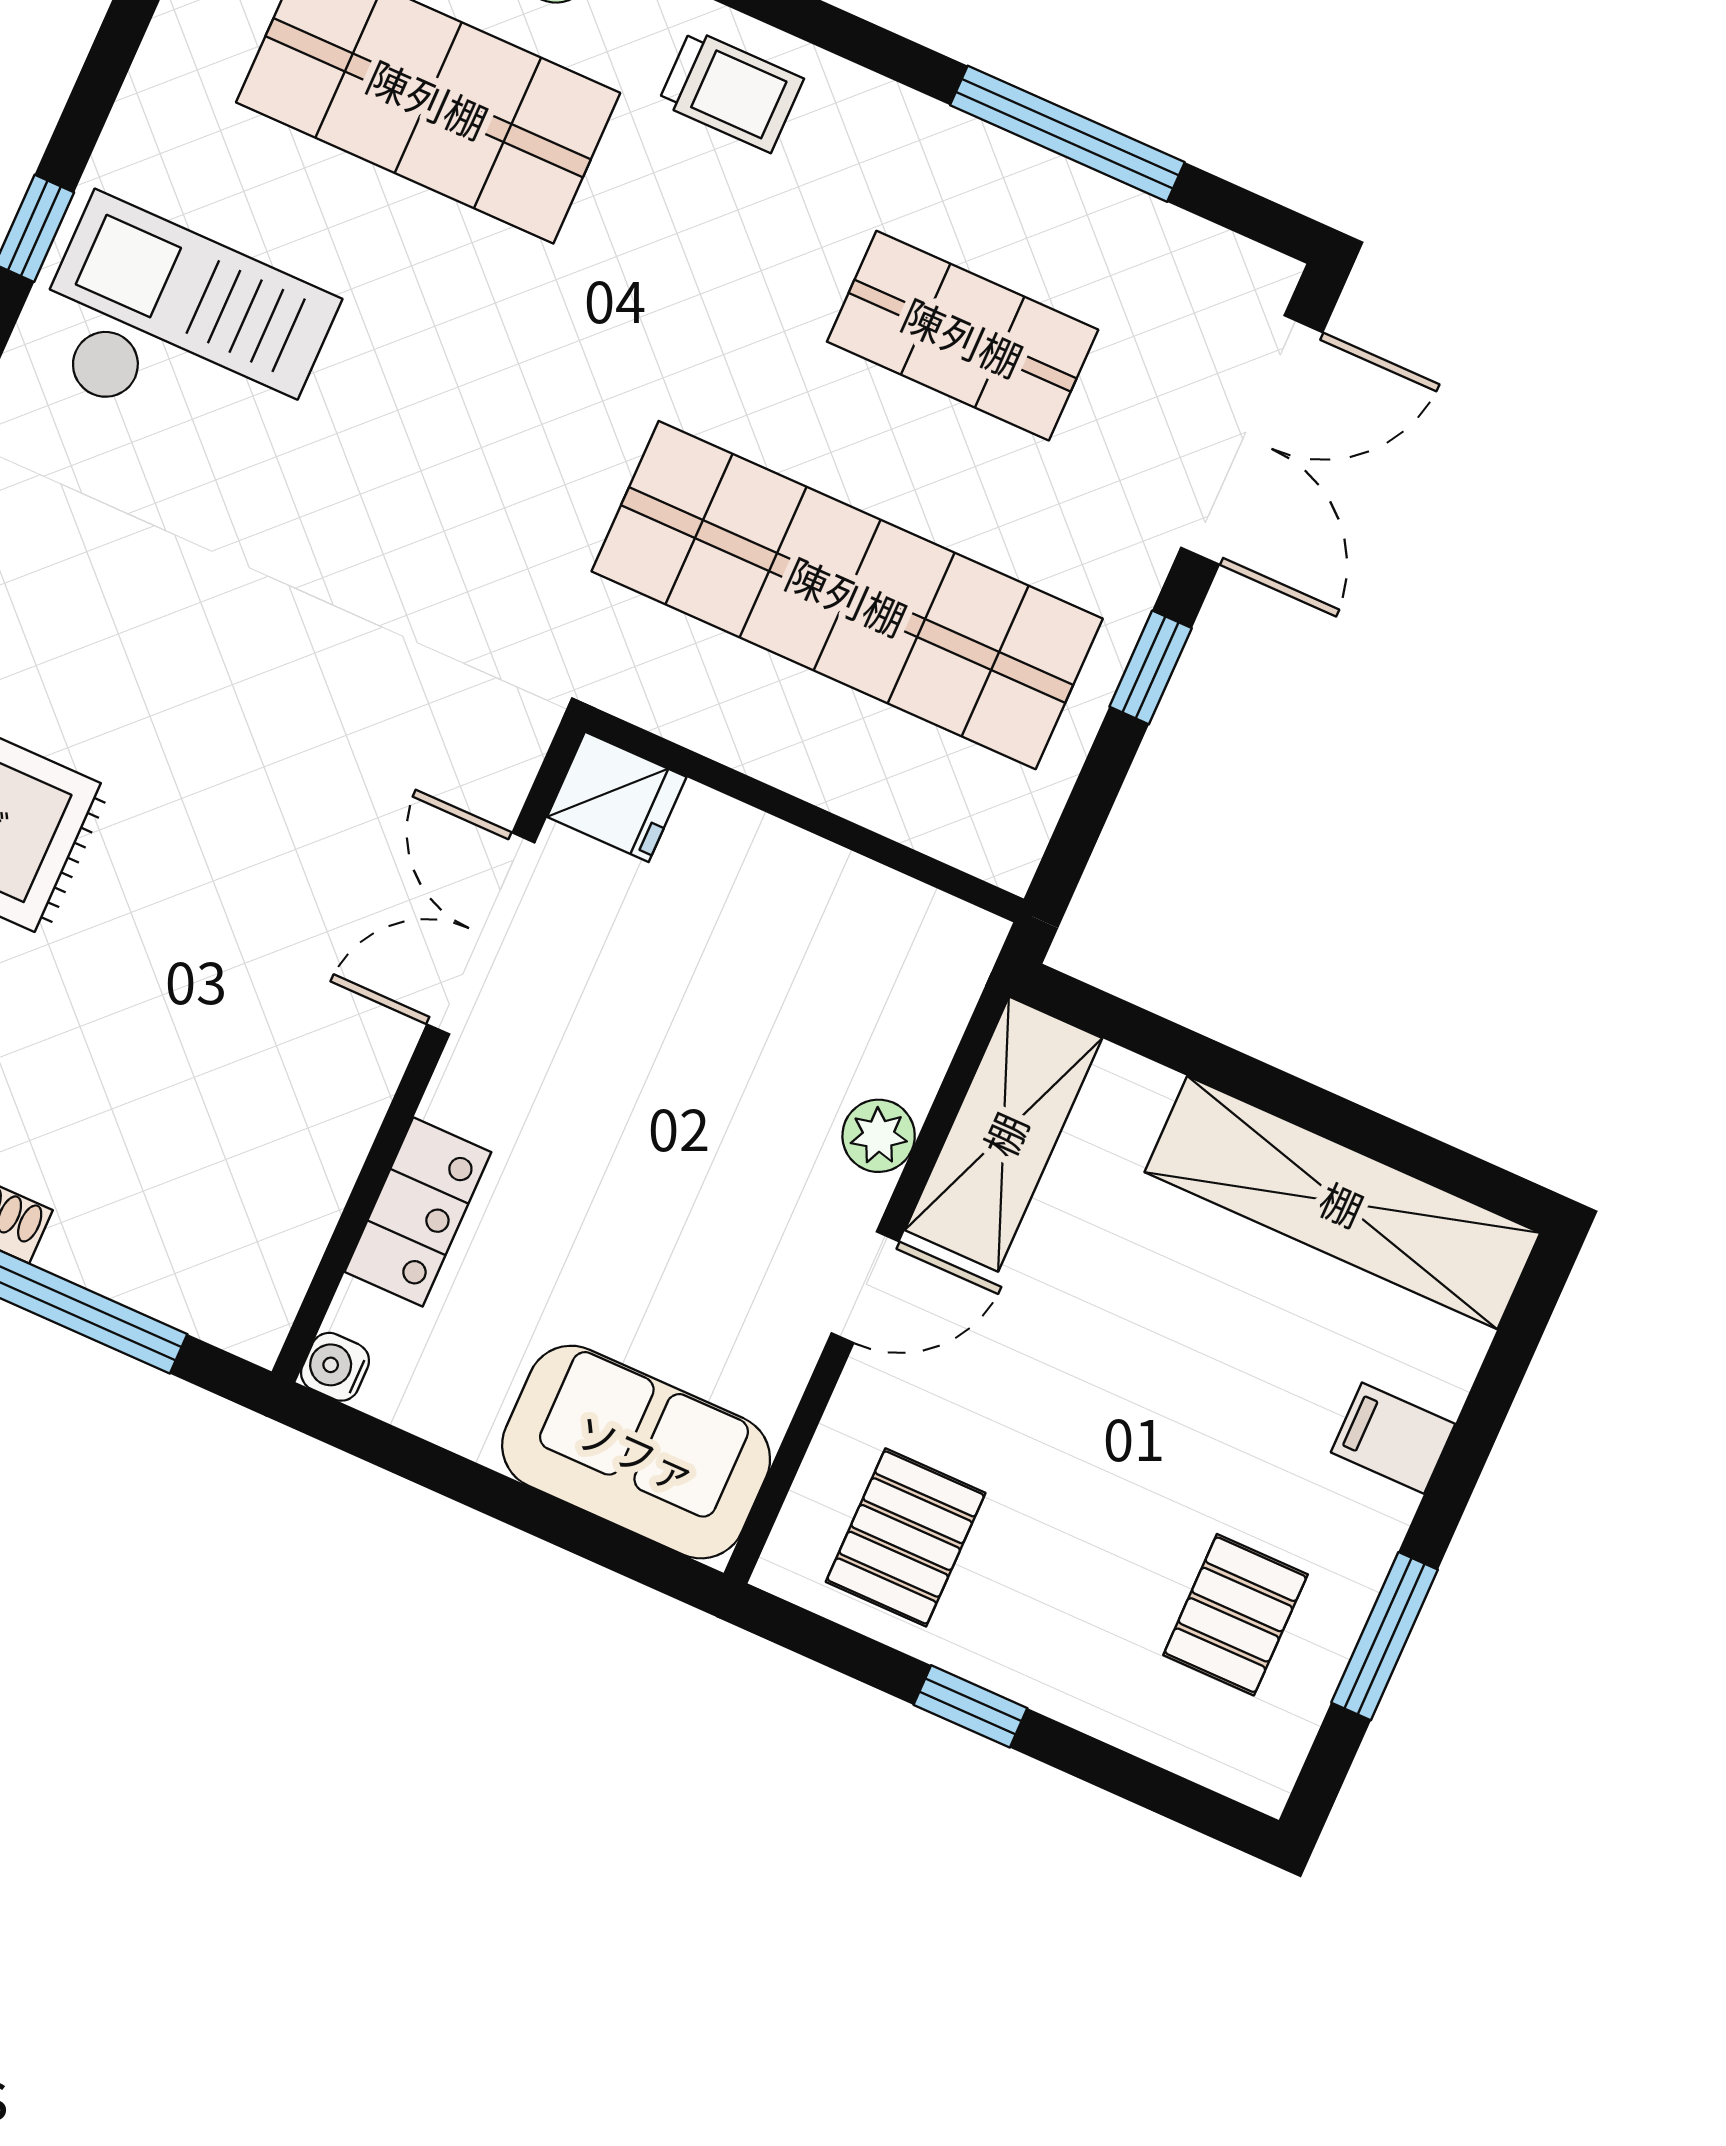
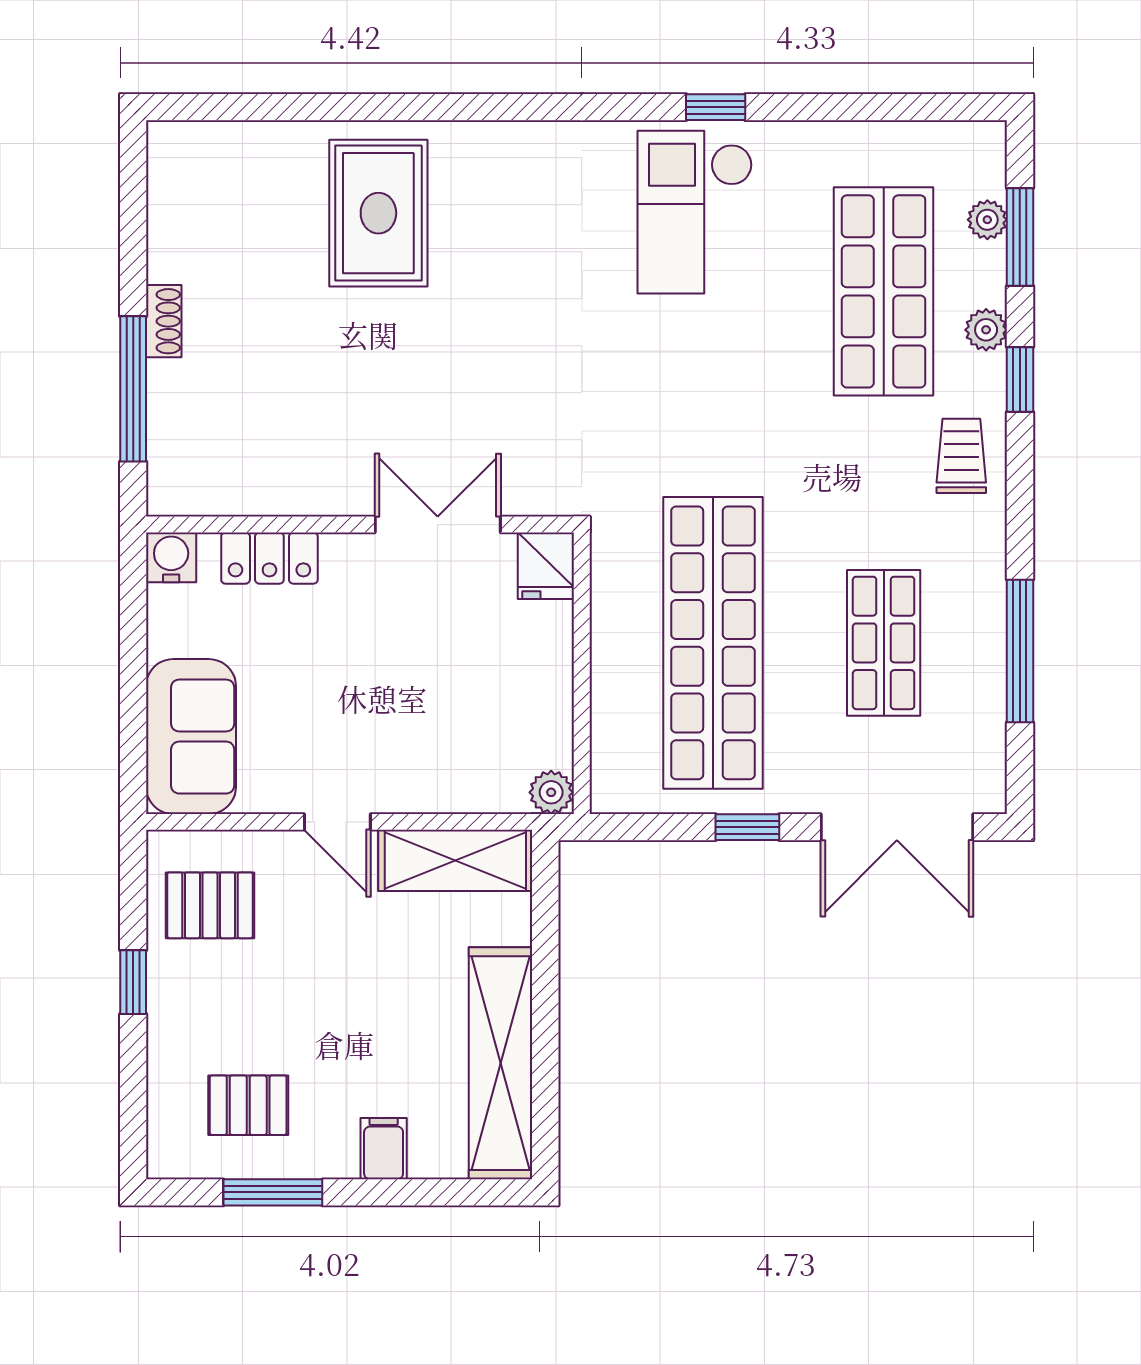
trolley: (731, 91) -> (961, 456), turned 180
checkout: (180, 331) -> (695, 212), turned 180
plant: (879, 1136) -> (551, 792), moved
water cooler: (335, 1367) -> (171, 557), width x1.38, depth x1.38

